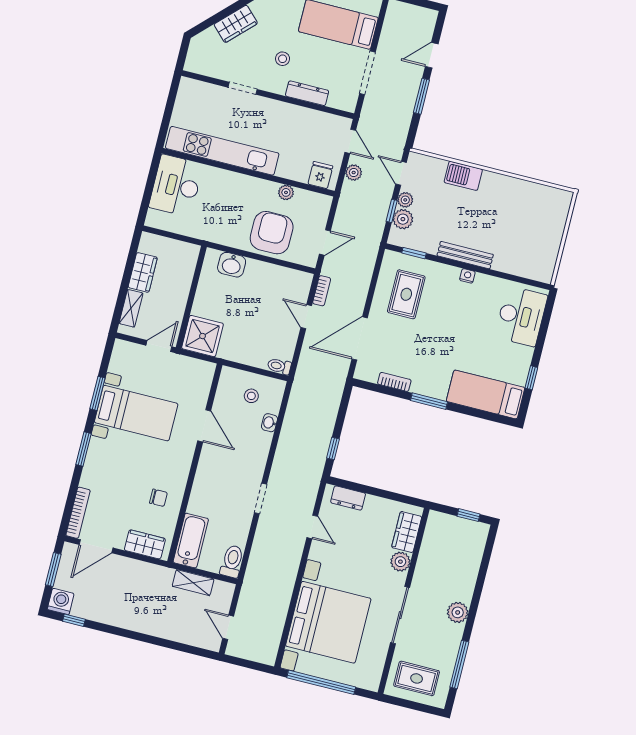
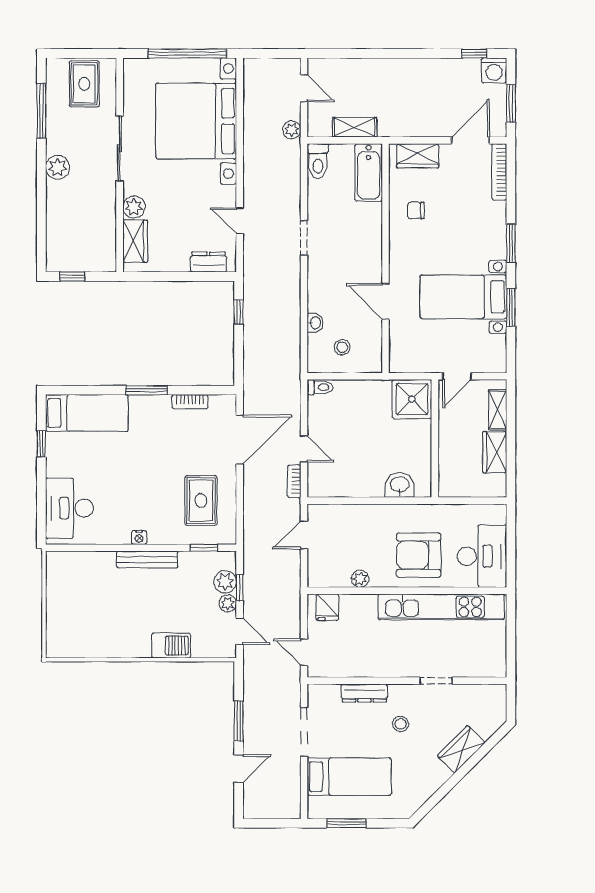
plant: (354, 173) -> (292, 130), moved
armchair: (272, 233) -> (419, 555), moved, turned 90
rug: (417, 678) -> (84, 84), turned 90

